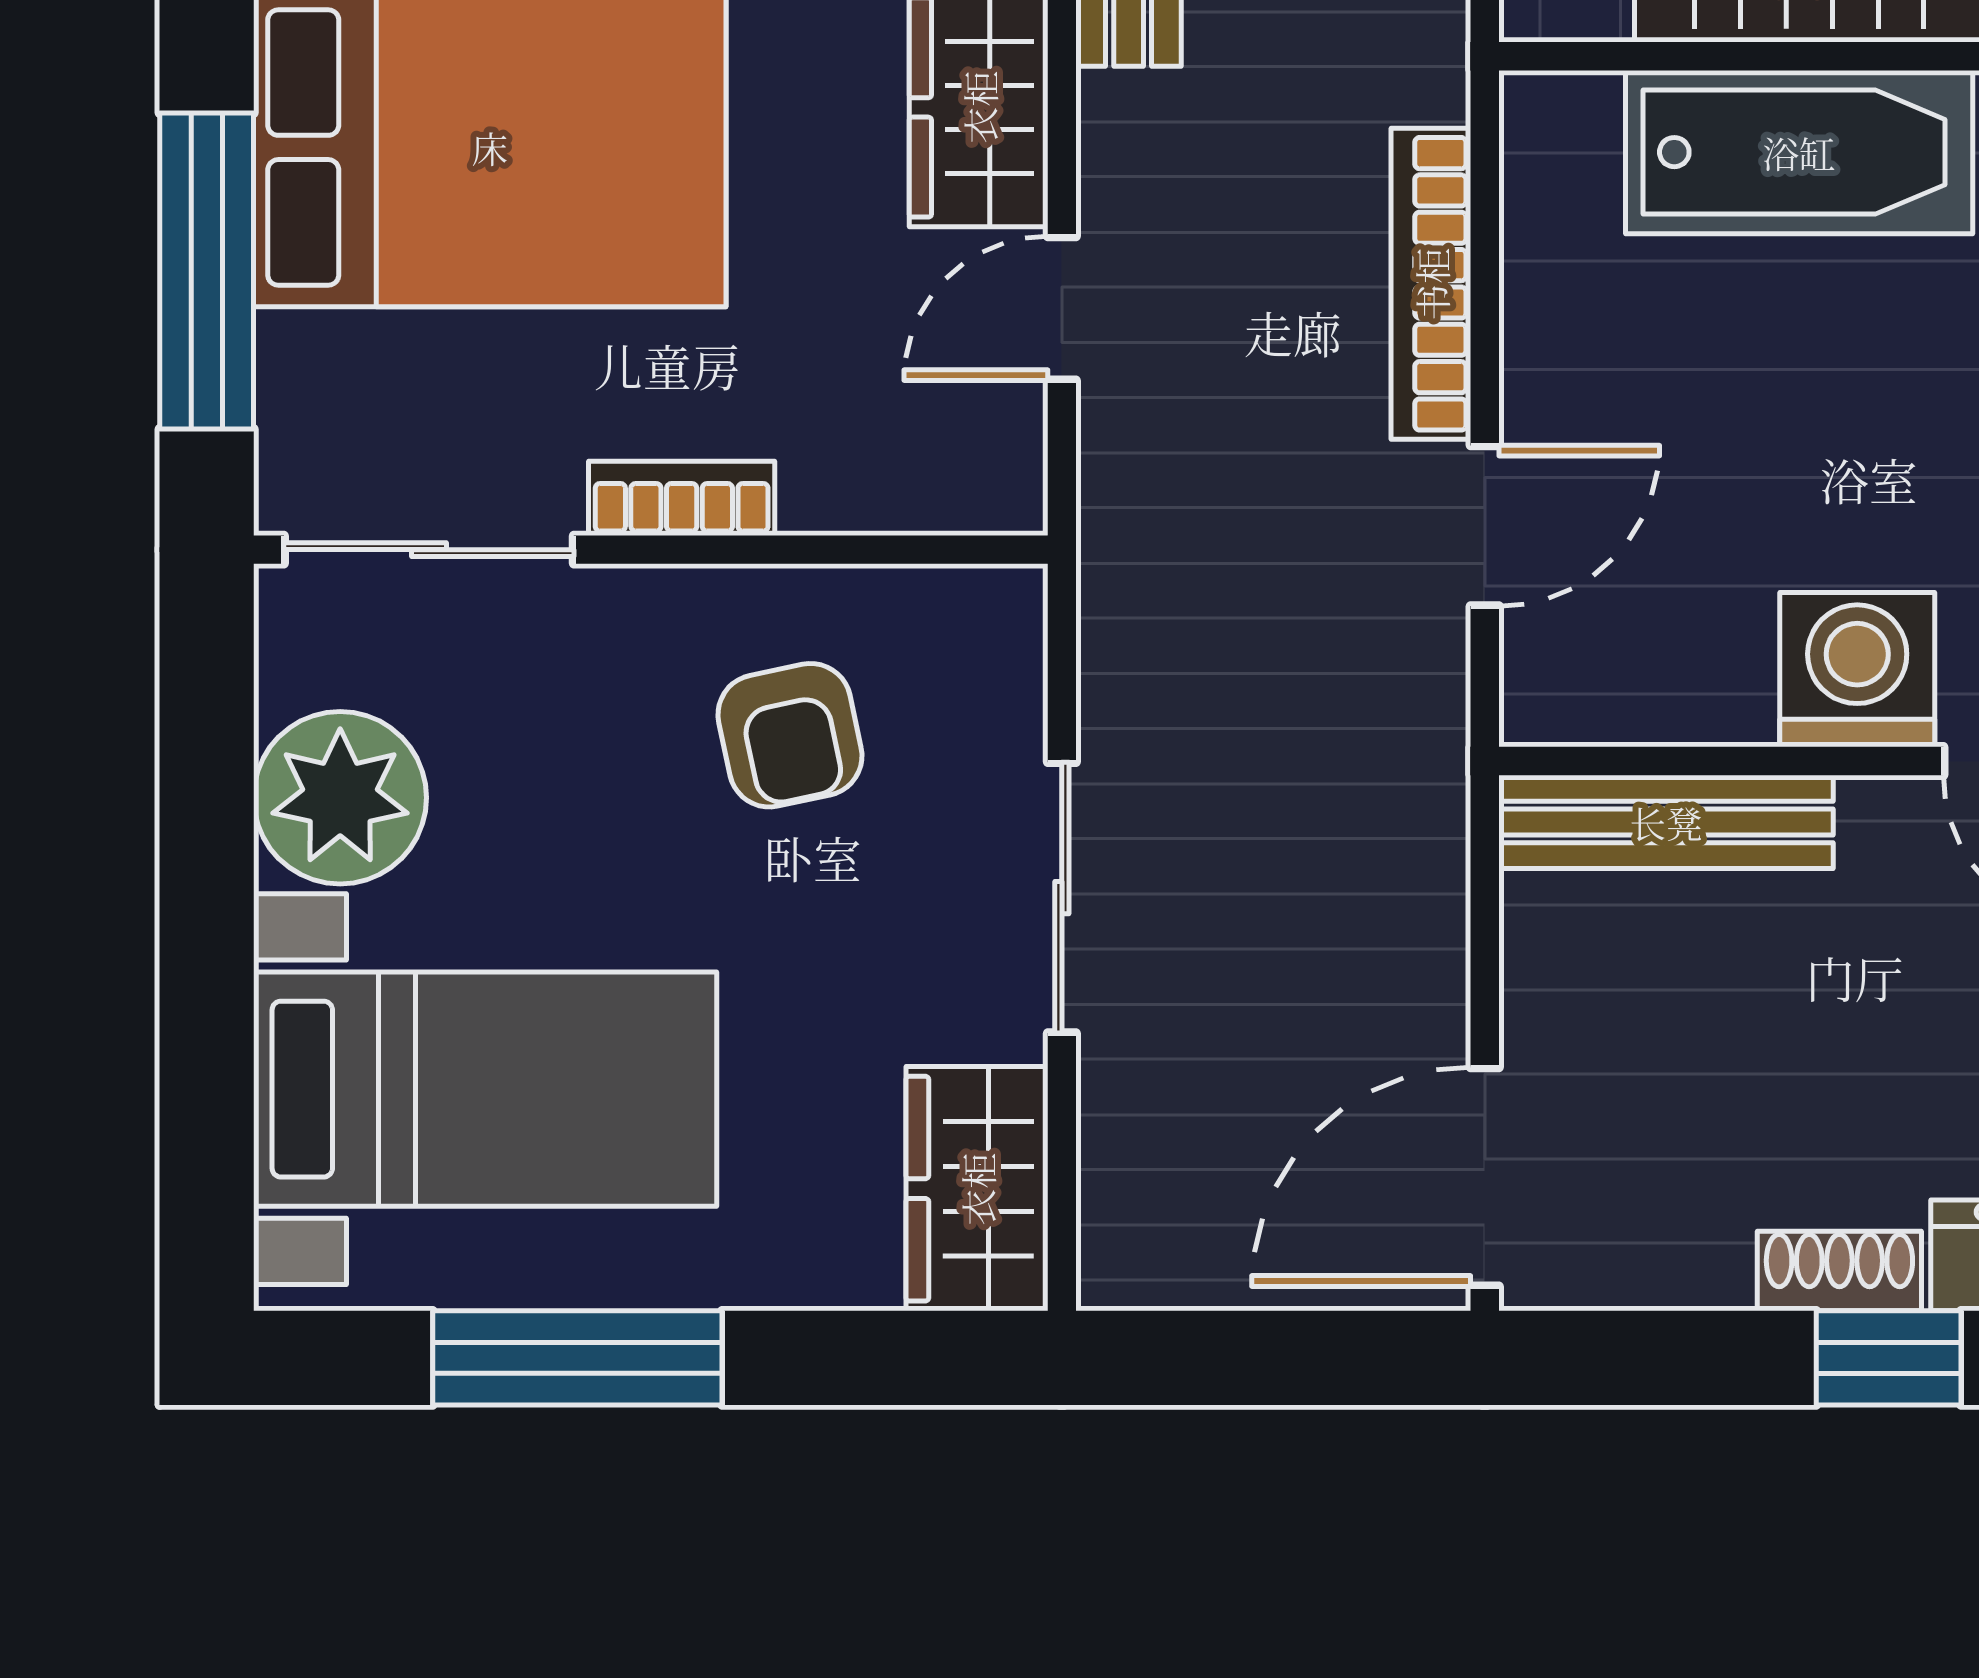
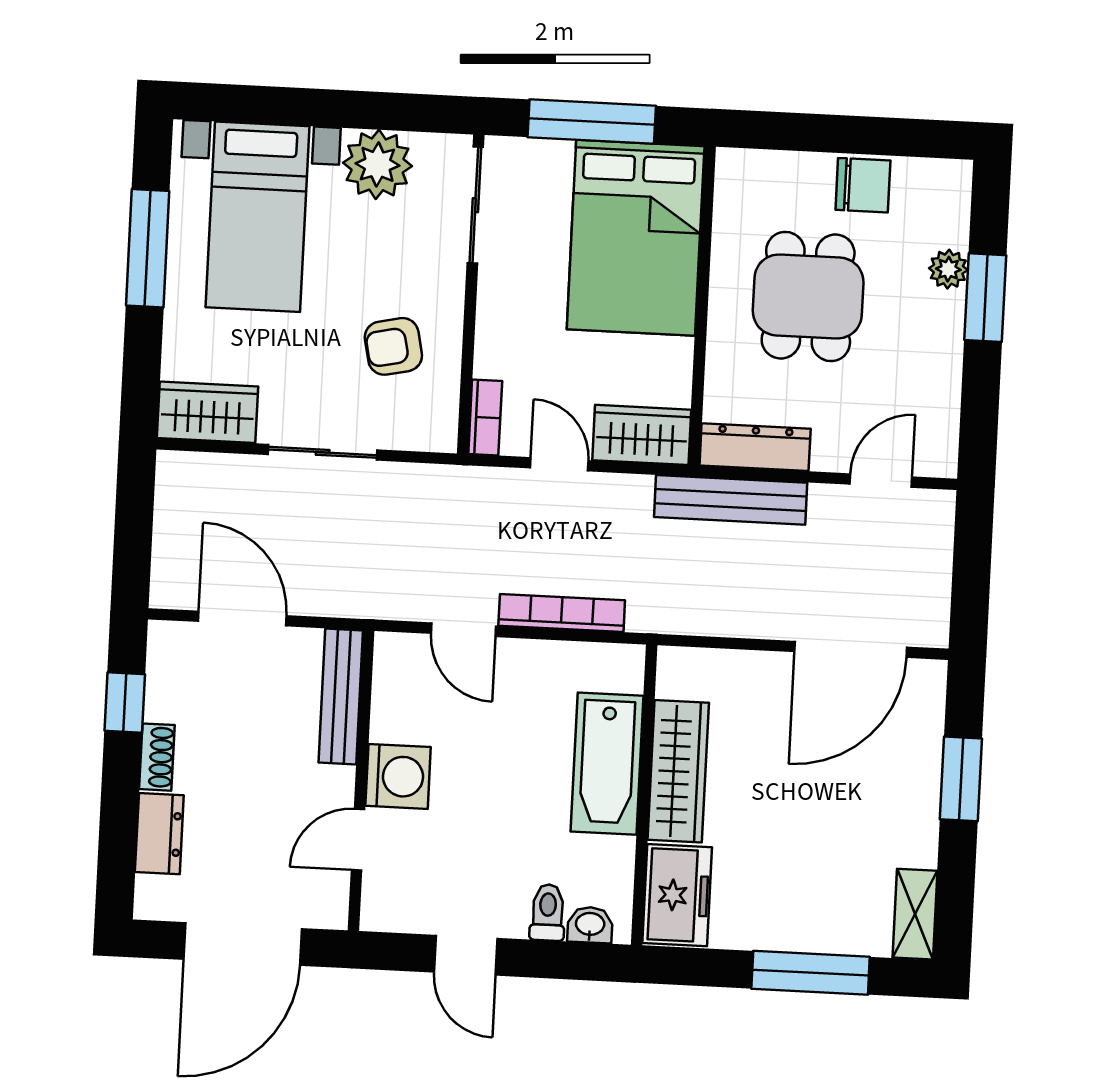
bookcase: (682, 498) -> (485, 417), moved
door: (1485, 1177) -> (242, 619), moved
window: (1889, 1358) -> (125, 703), moved

